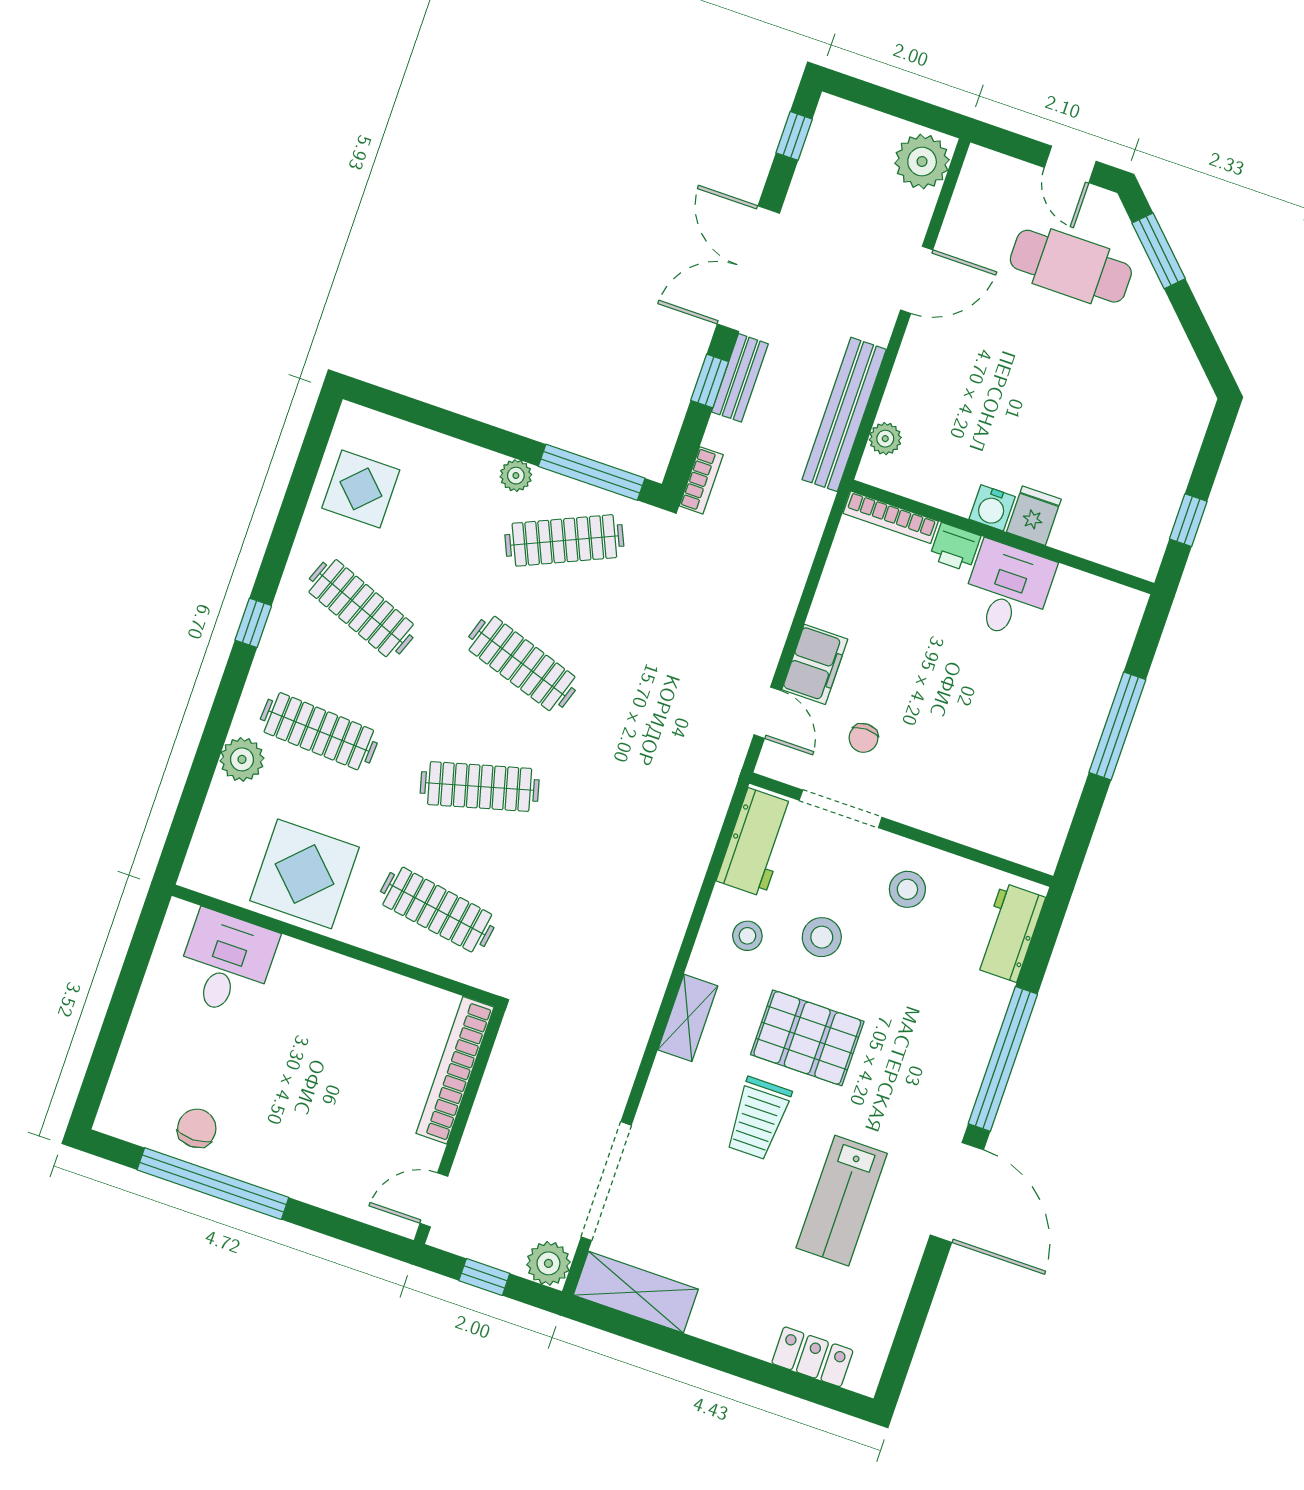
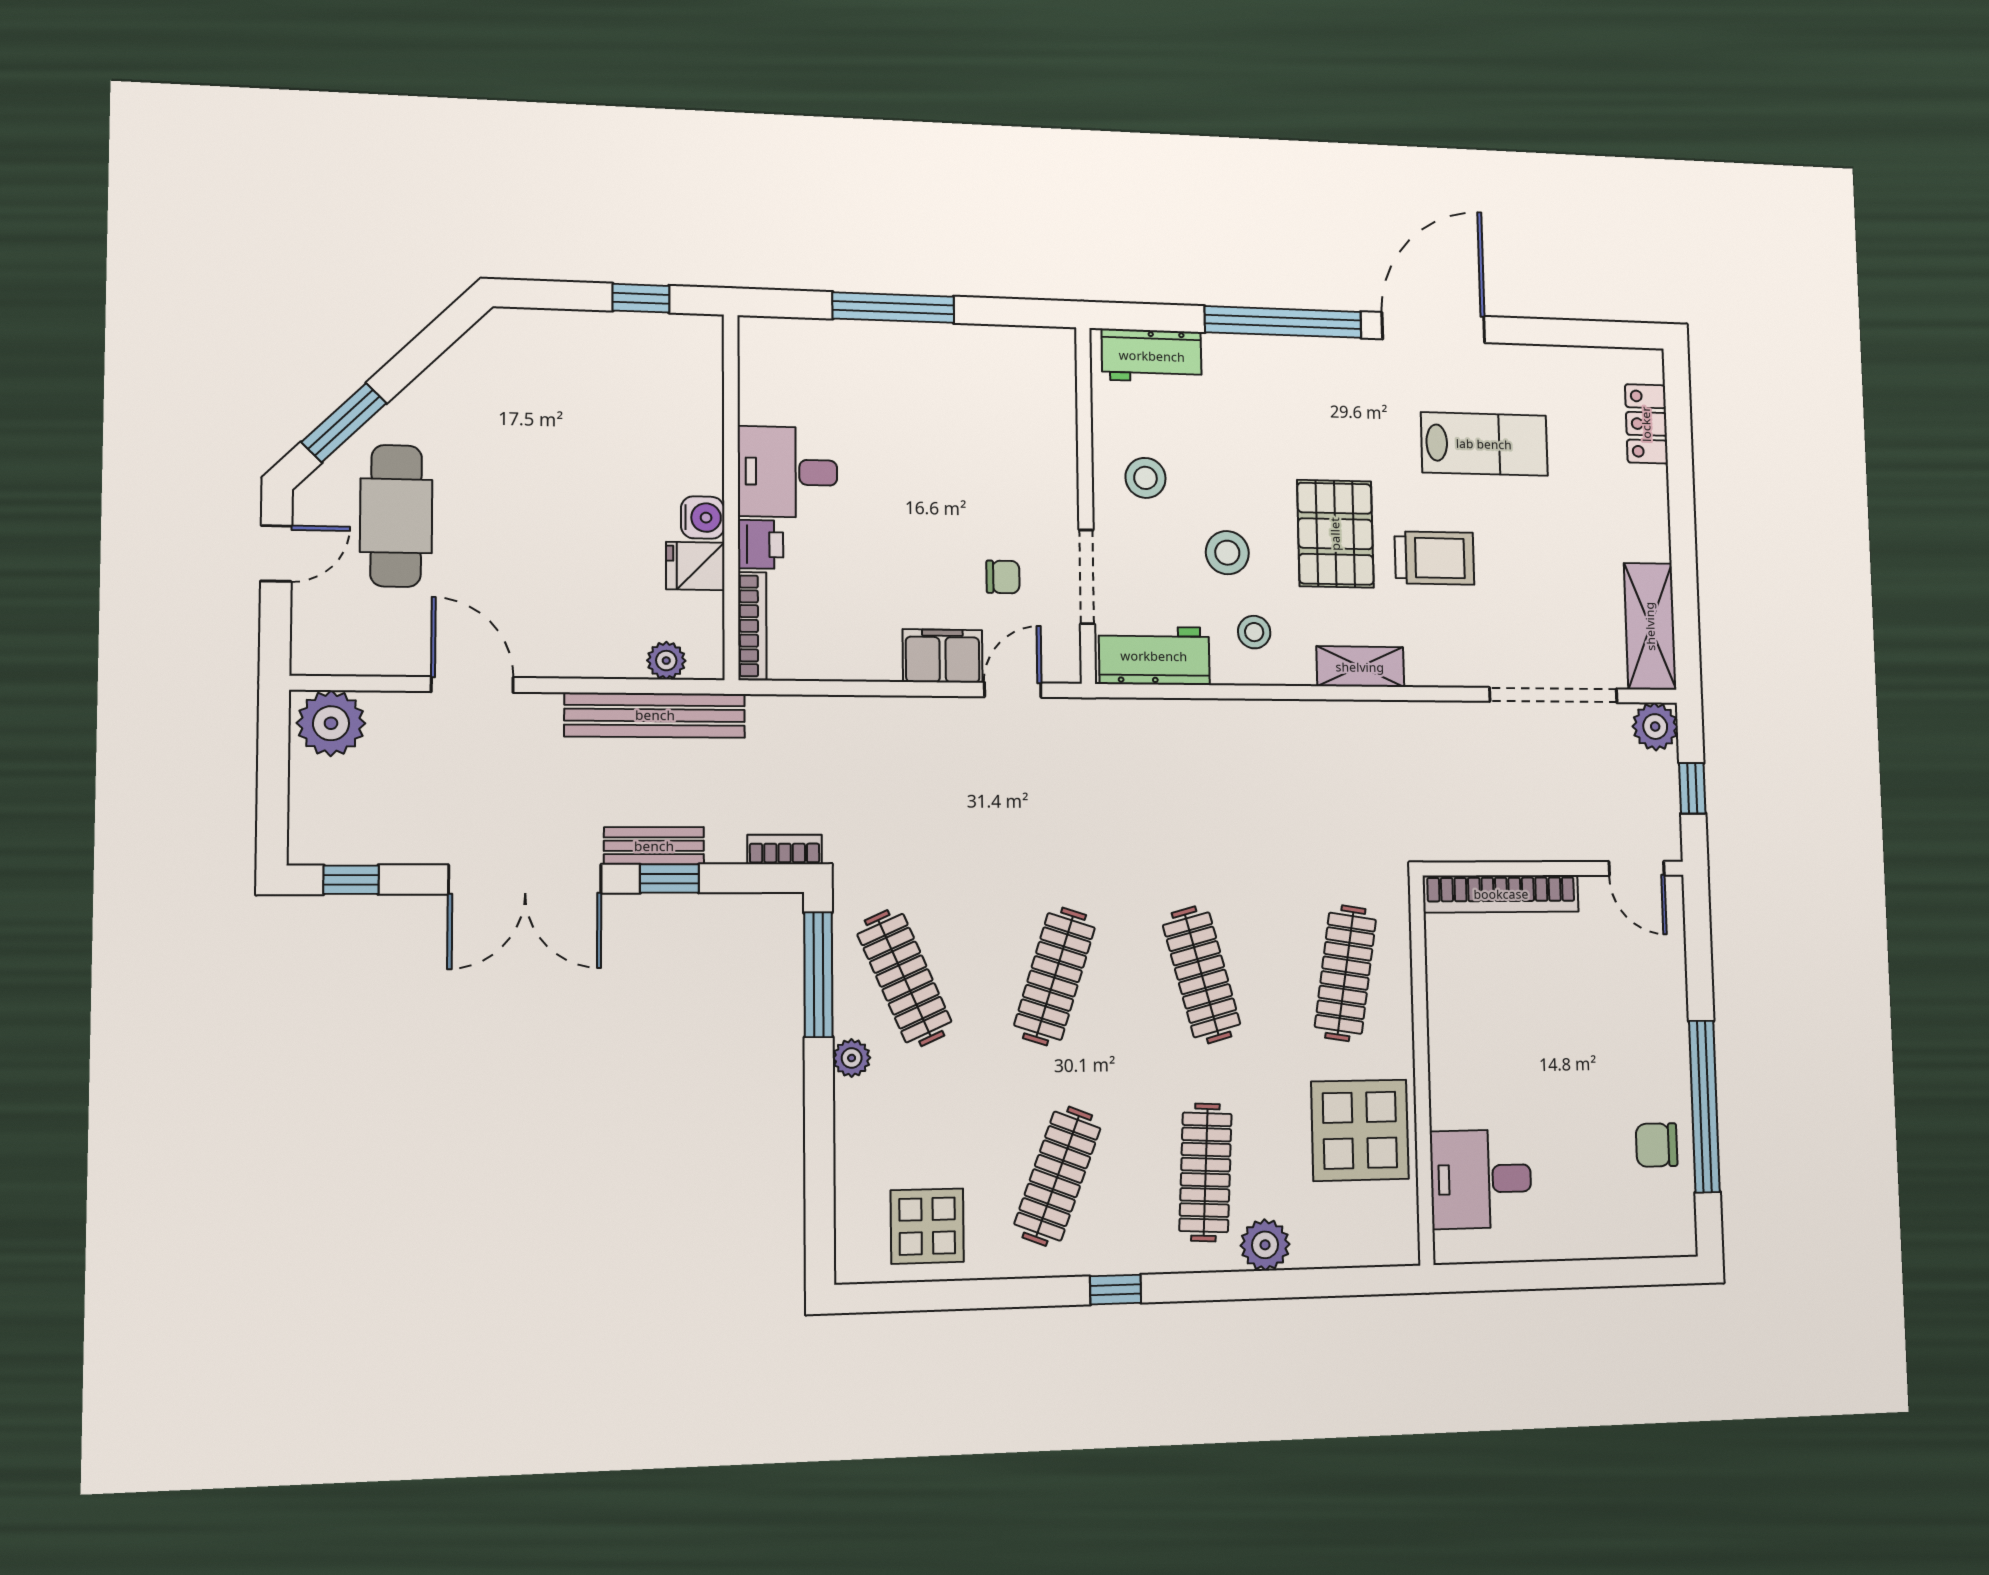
fridge: (1034, 516) -> (695, 566), moved

